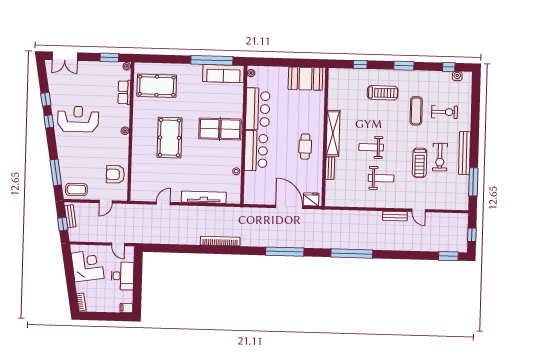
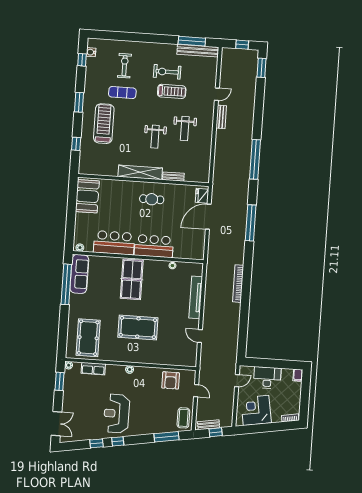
treadmill: (383, 93) -> (104, 124), width x1.37, depth x1.38
bench: (465, 153) -> (198, 51), moved
exercise bike: (440, 157) -> (167, 72), turned 180
weight bench: (381, 178) -> (185, 129), turned 180

